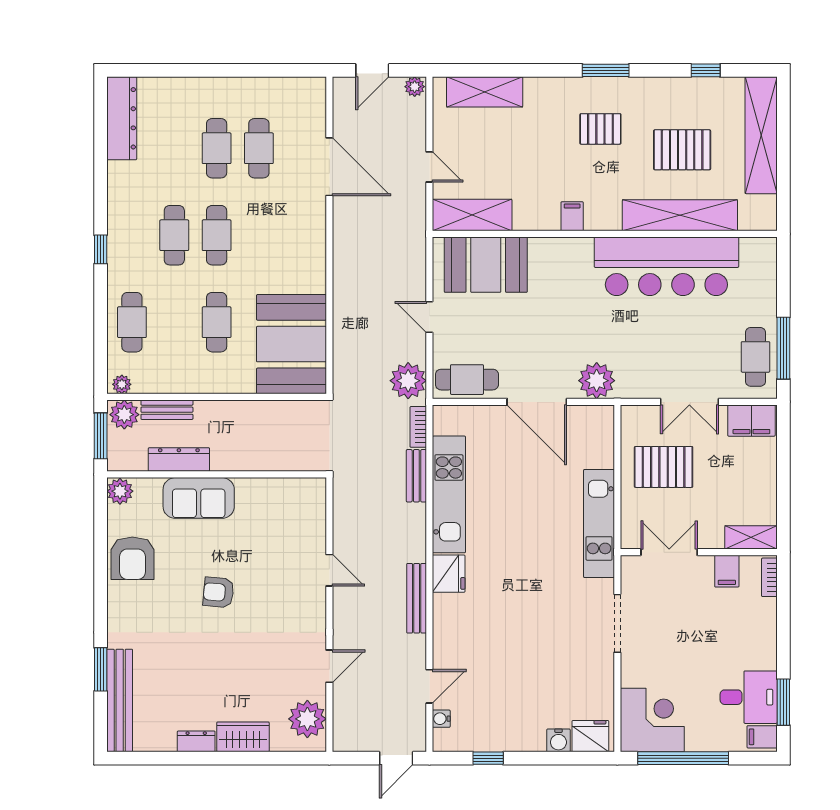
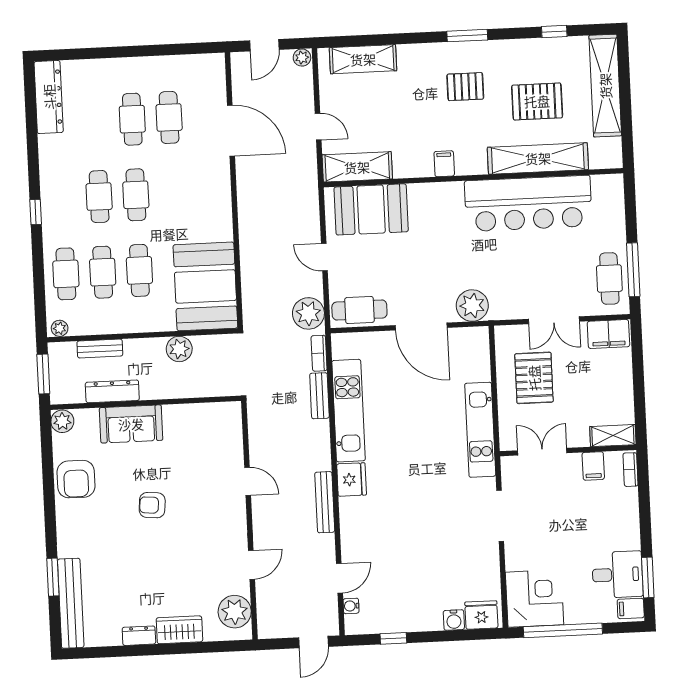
cafe table: (174, 322) -> (103, 272), added
plant: (124, 415) -> (179, 349), moved
pallet: (664, 467) -> (534, 378), turned 90

